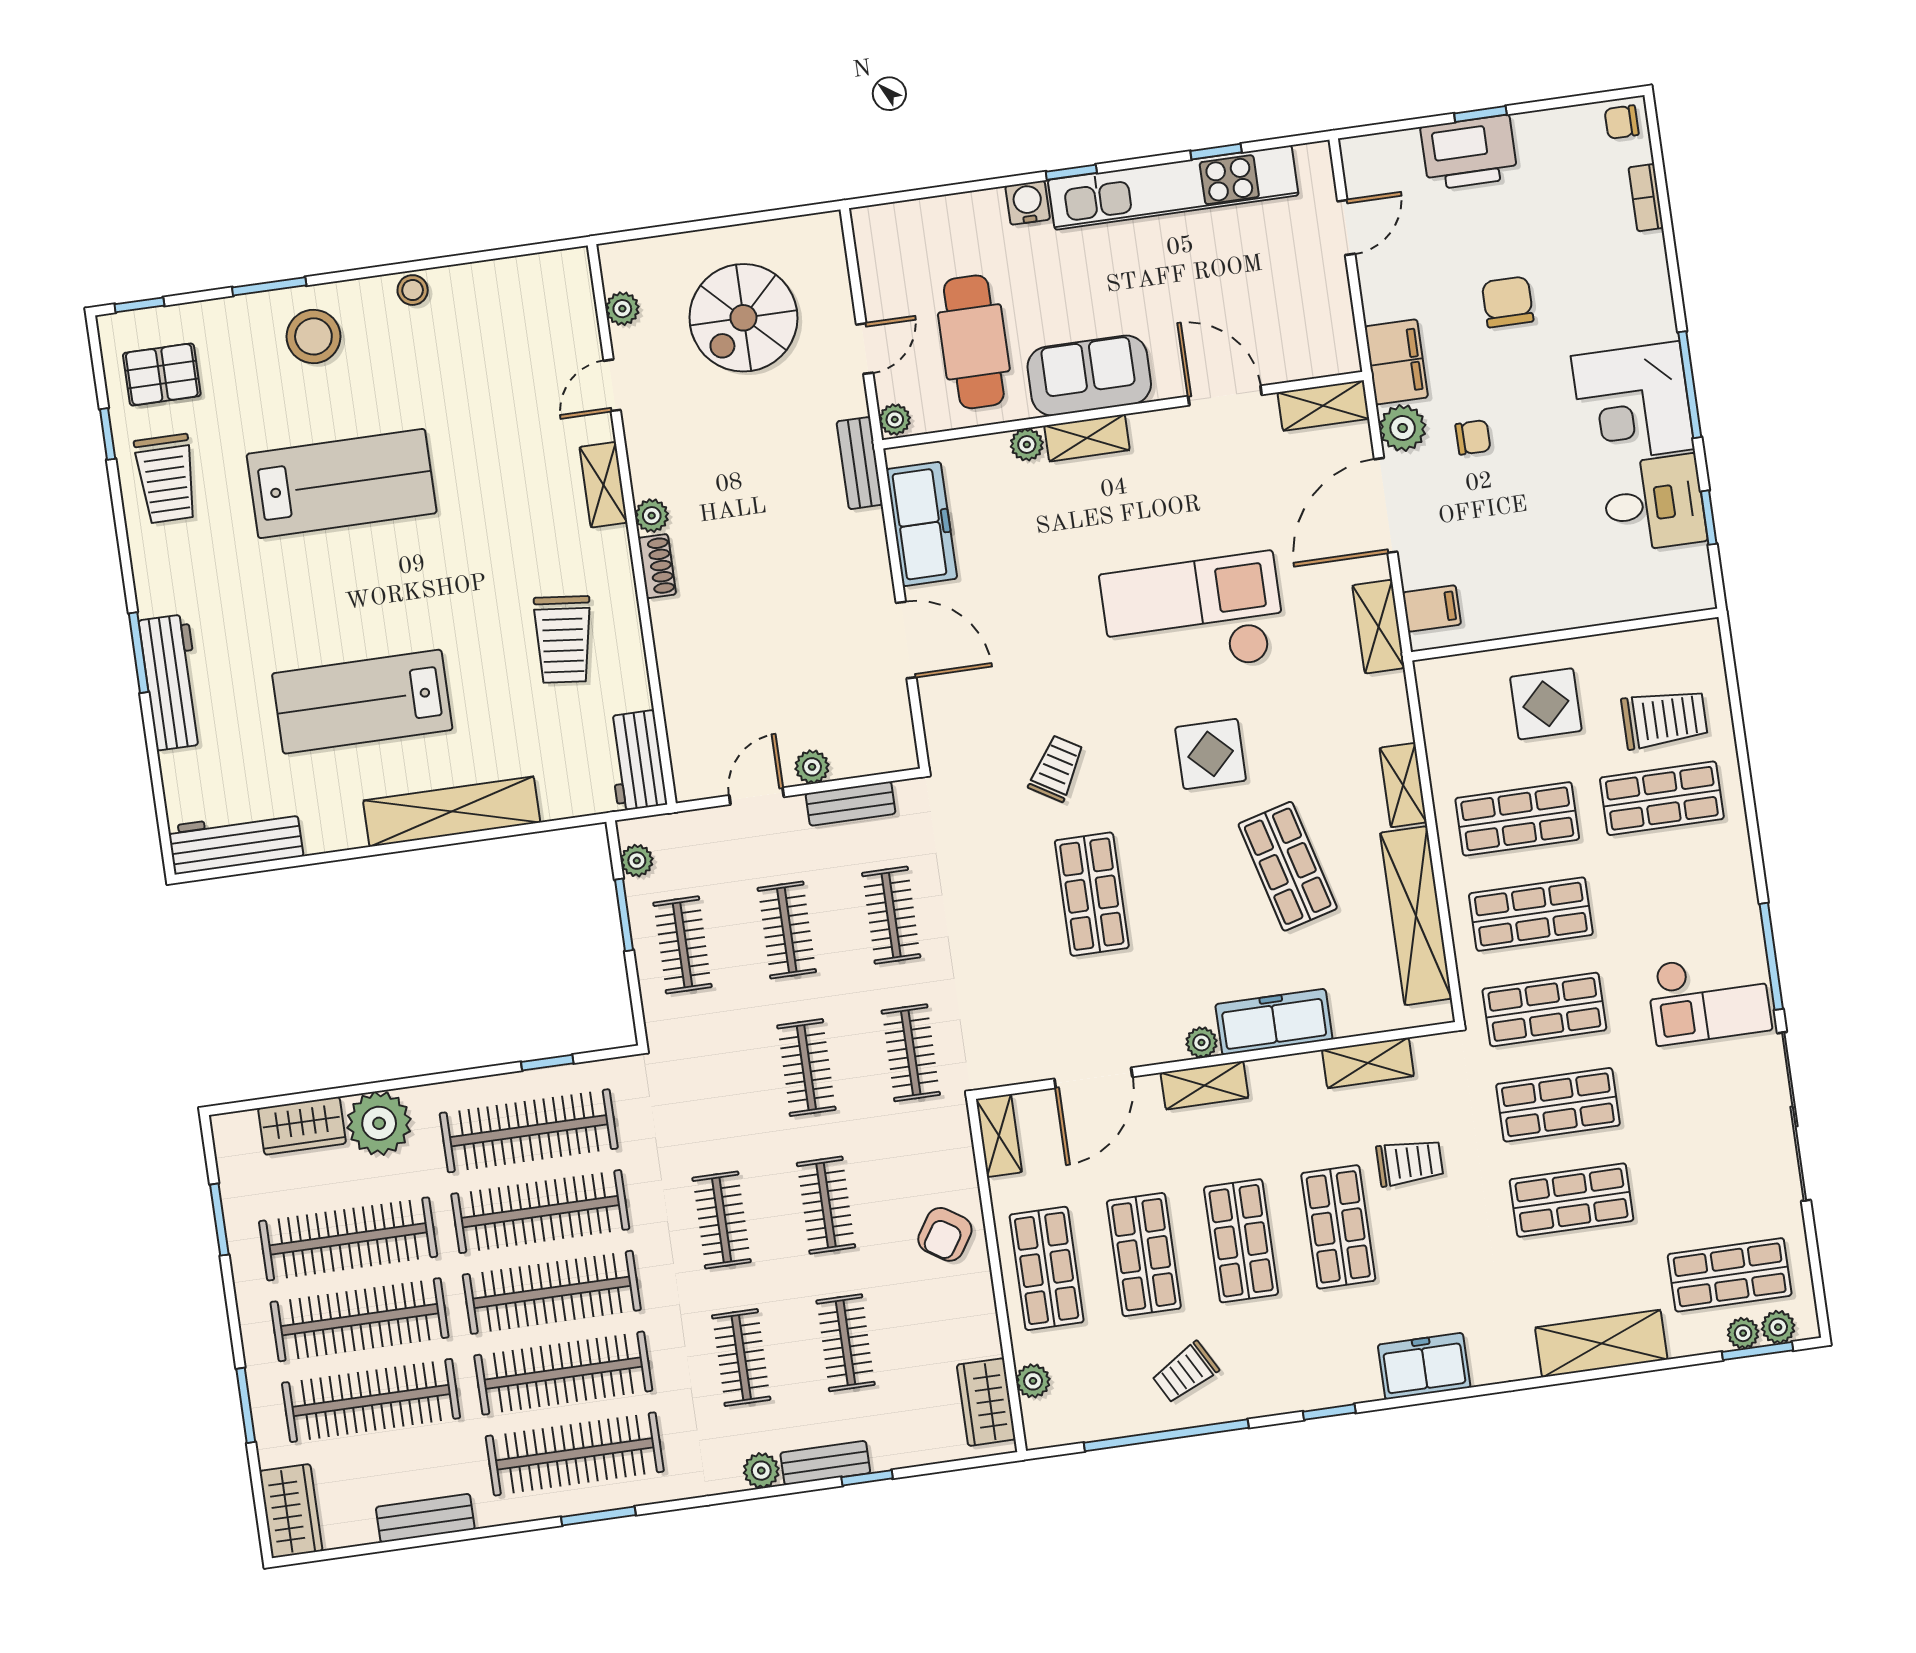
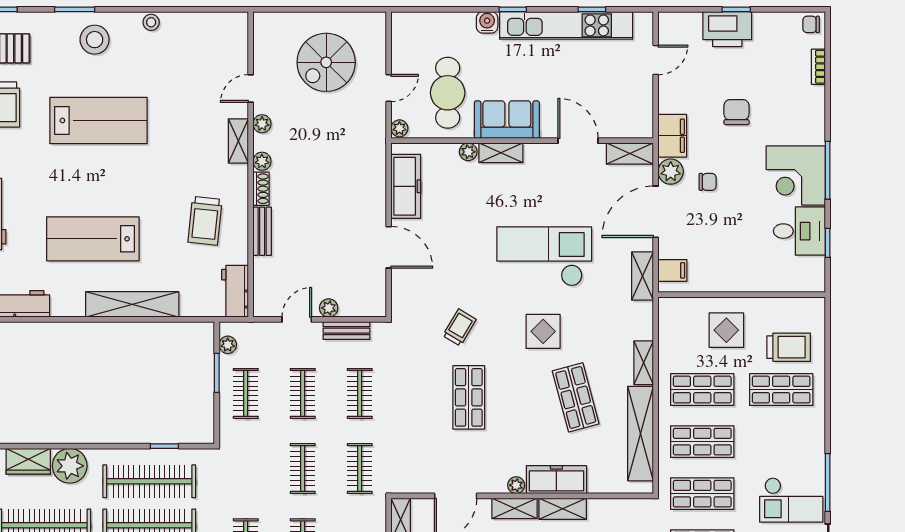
plant: (622, 309) -> (262, 124), moved
bench: (860, 463) -> (262, 231), moved
shelving: (1368, 1063) -> (563, 509), moved

